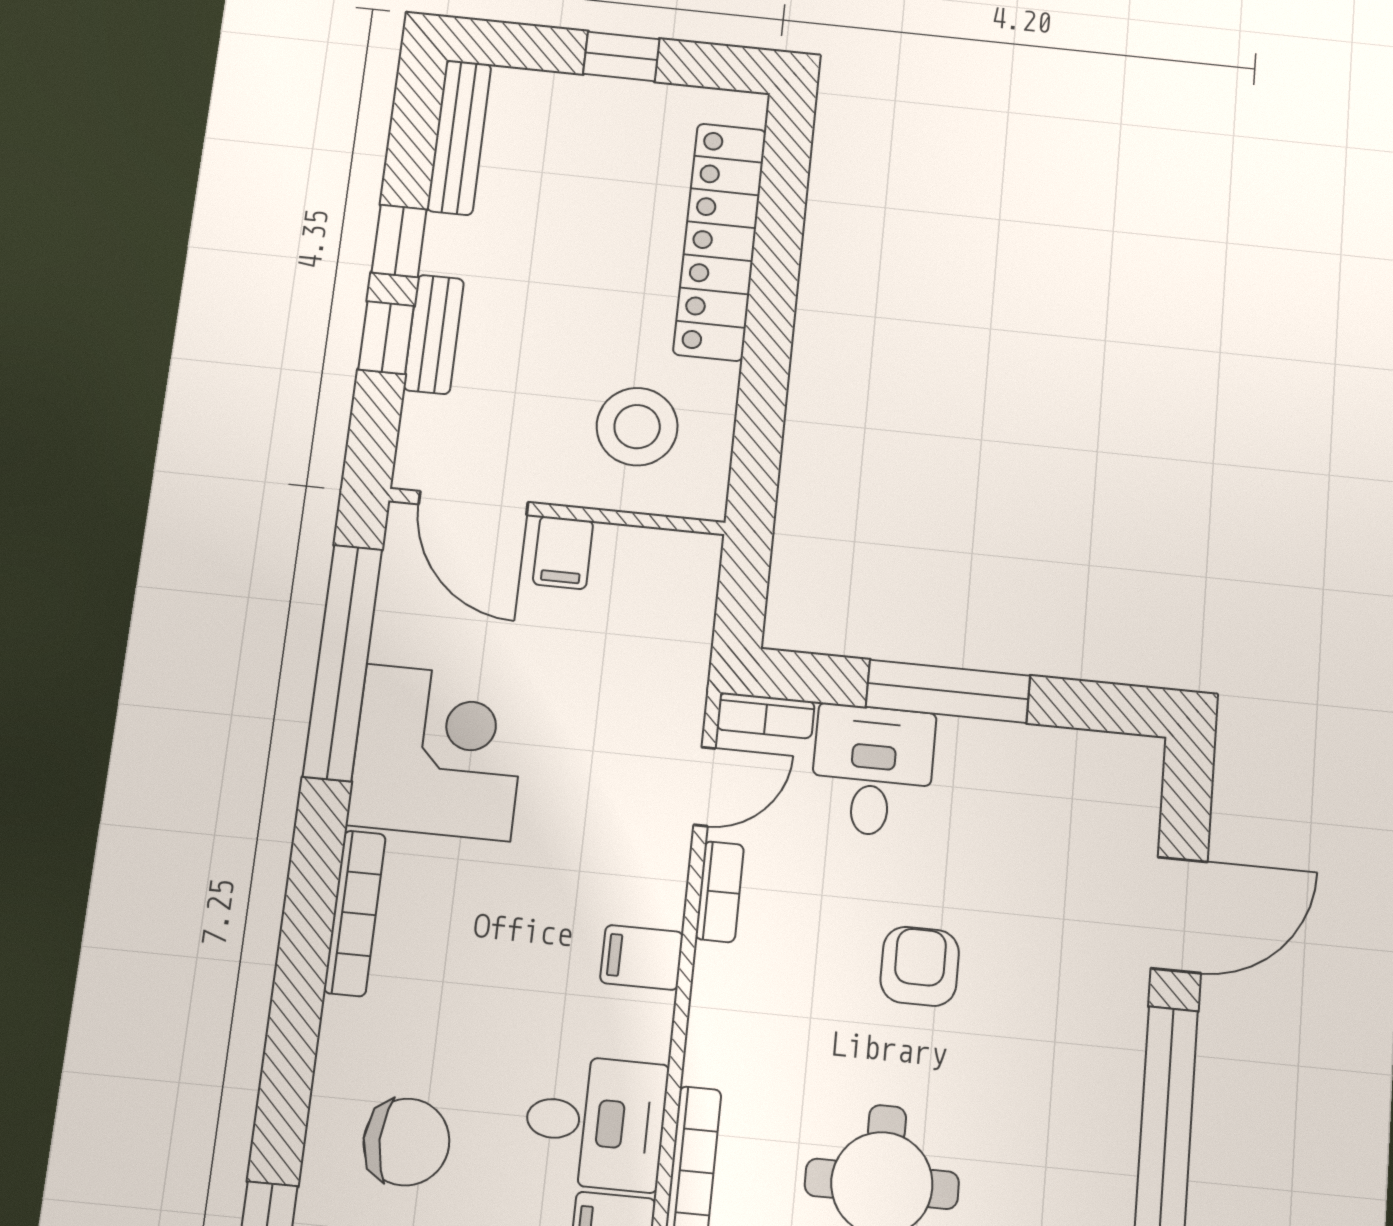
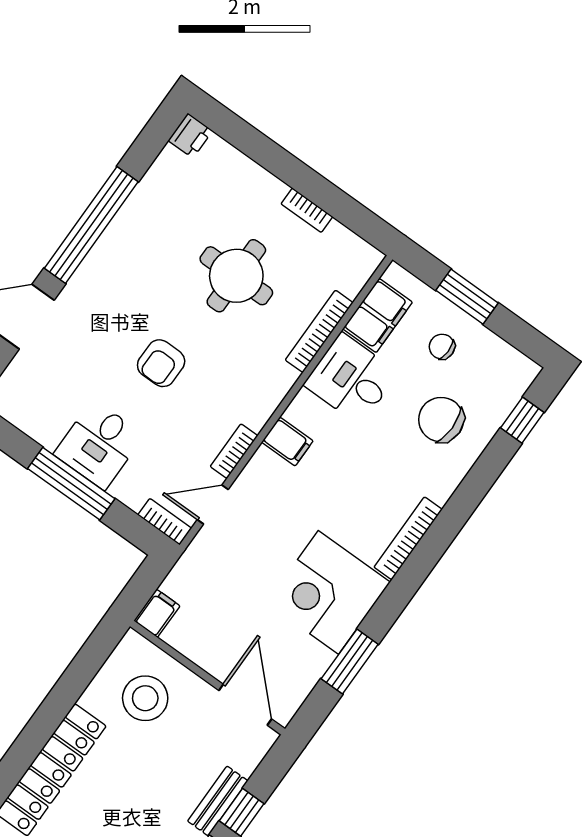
filing cabinet: (563, 553) -> (157, 613), moved
window: (343, 662) -> (350, 661), width x0.47
desk: (873, 771) -> (99, 445), moved

